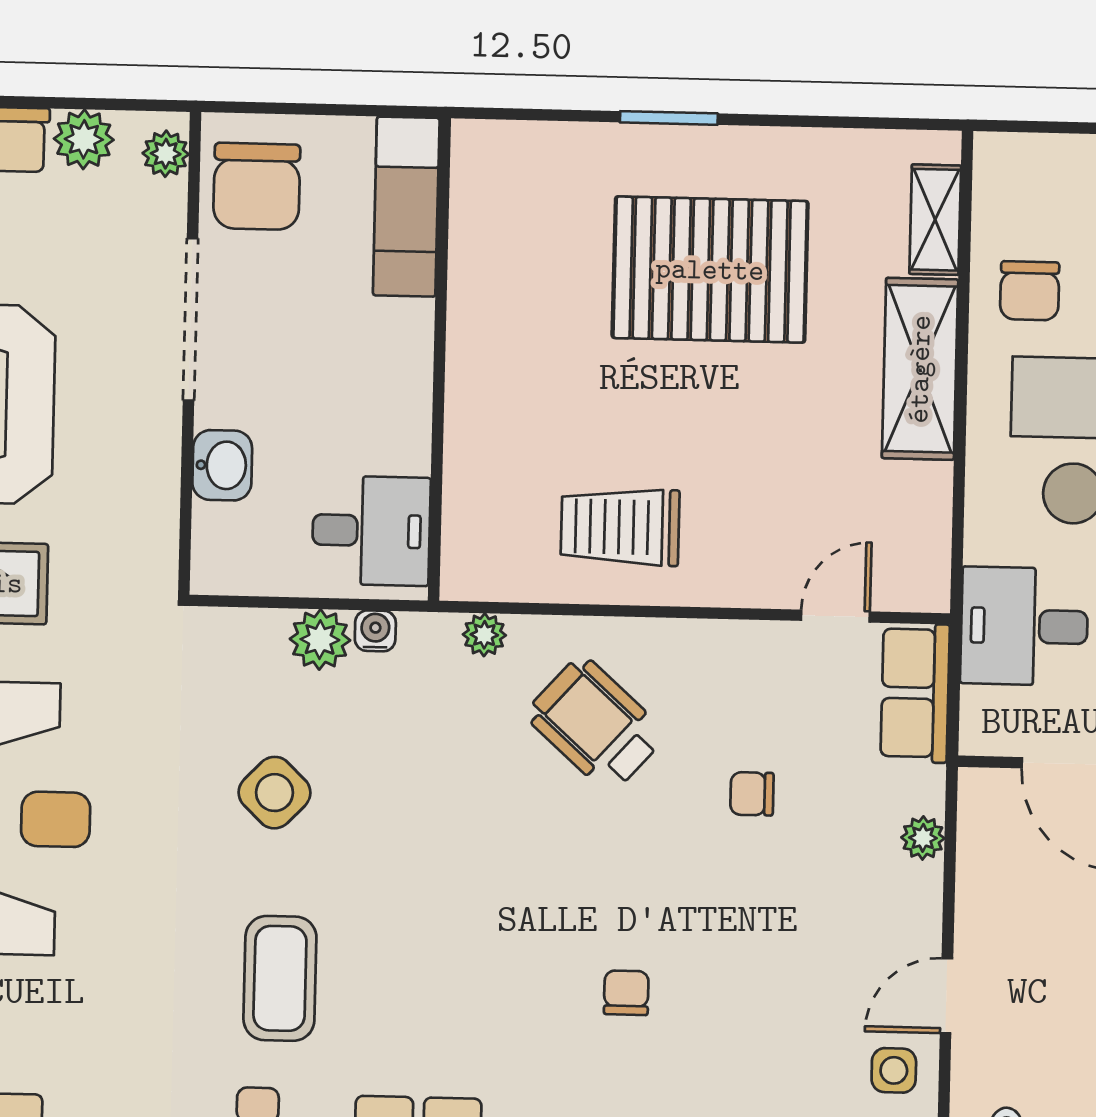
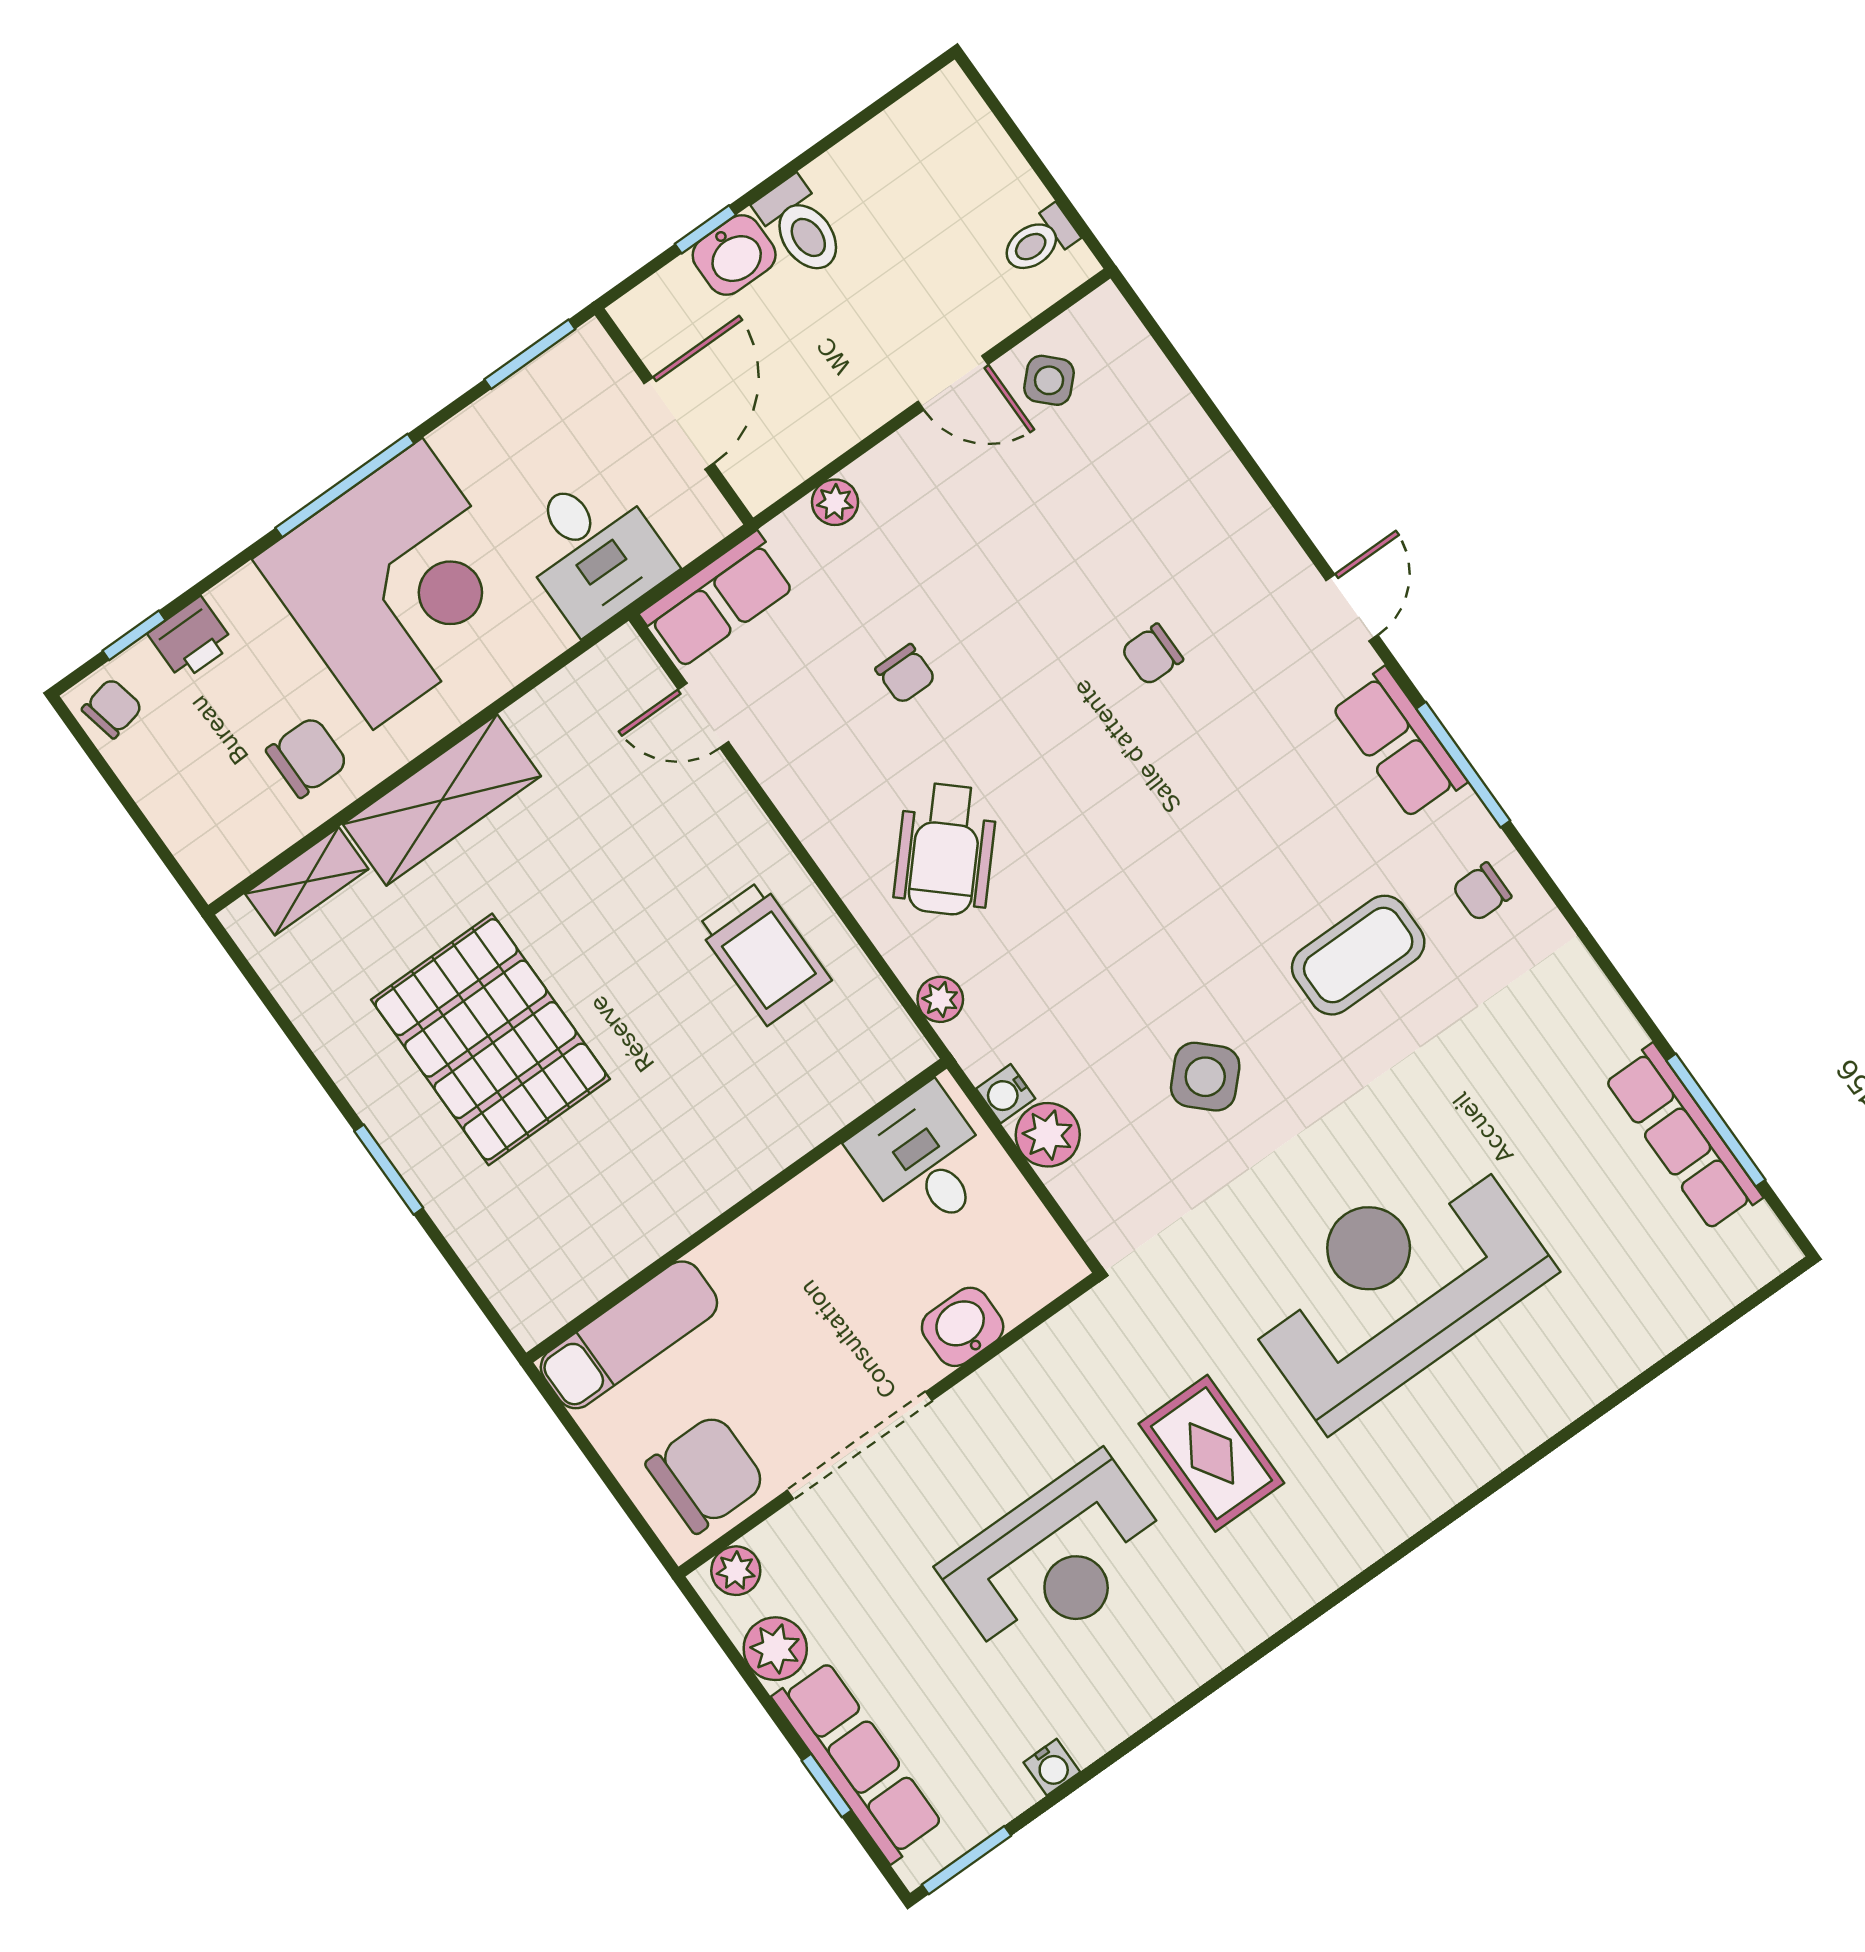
side table: (894, 1070) -> (1049, 380), turned 45

